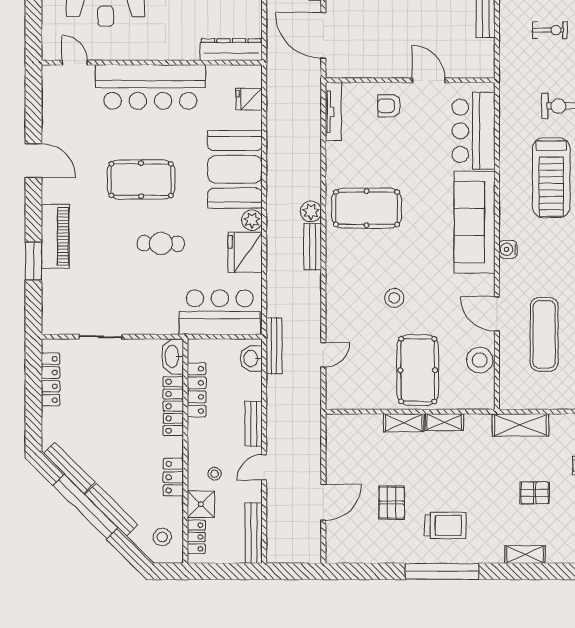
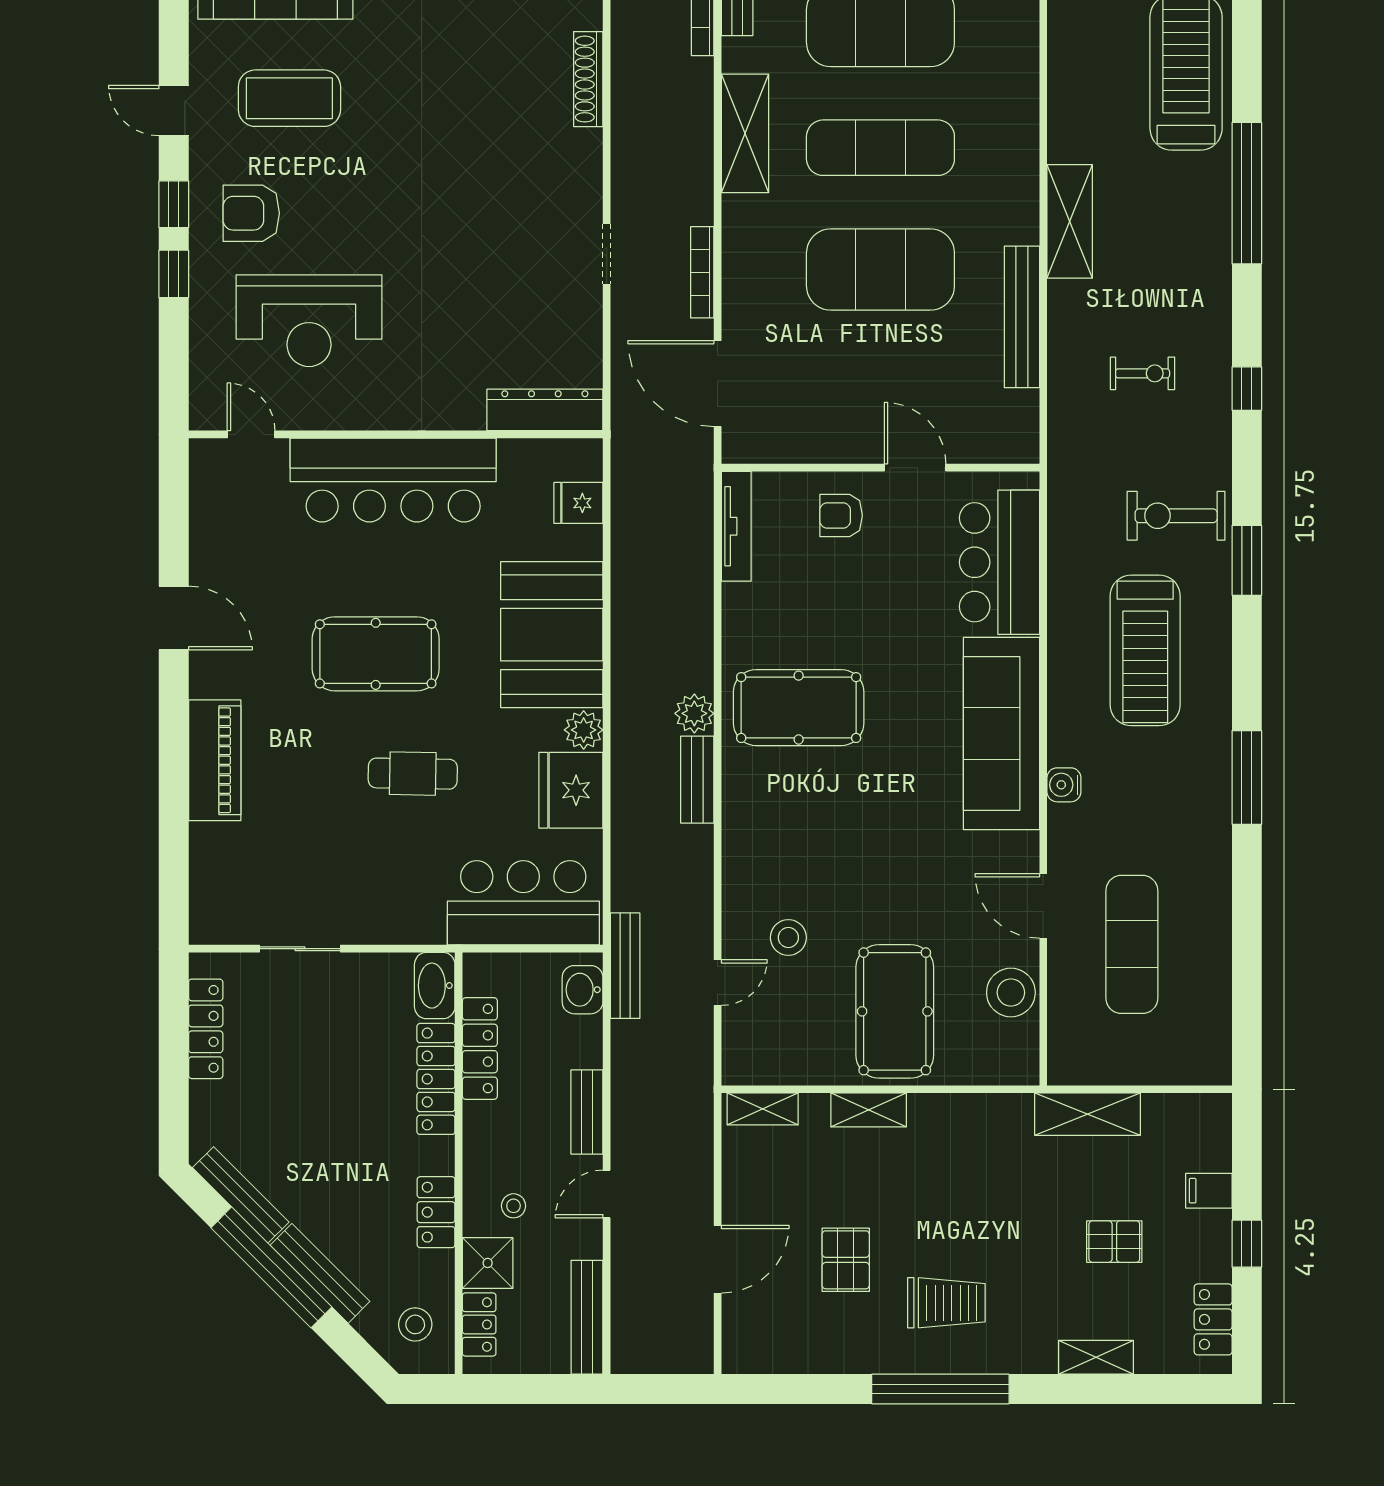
window: (33, 261) -> (174, 807), removed
stool: (394, 298) -> (788, 938), moved
shelving: (444, 422) -> (763, 1109), moved

